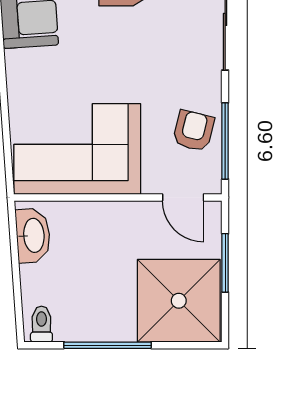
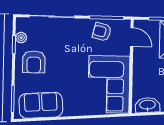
door: (183, 197) -> (132, 37), hinge flipped

